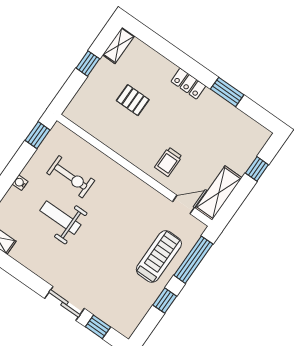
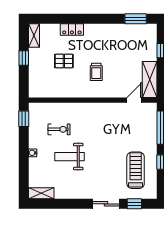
locker: (188, 84) -> (72, 30), moved
window: (227, 92) -> (136, 19), moved
trolley: (168, 162) -> (96, 72), moved
exercise bike: (71, 177) -> (59, 129), width x0.73, depth x0.72
treadmill: (159, 256) -> (136, 170), moved

